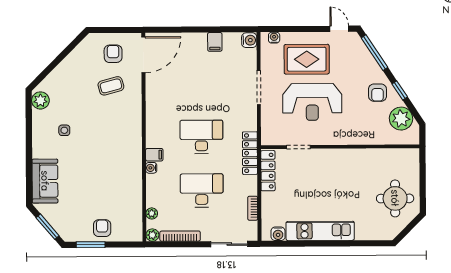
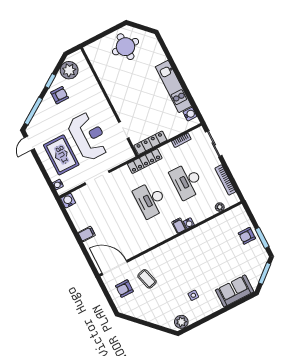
filing cabinet: (215, 42) -> (87, 234), moved
plant: (152, 235) -> (234, 199), removed

